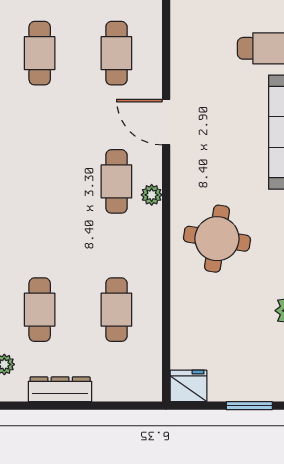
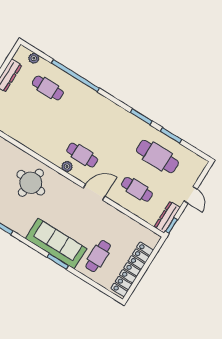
cafe table: (40, 53) -> (157, 156), width x1.37, depth x1.35
cafe table: (116, 310) -> (27, 121), removed

